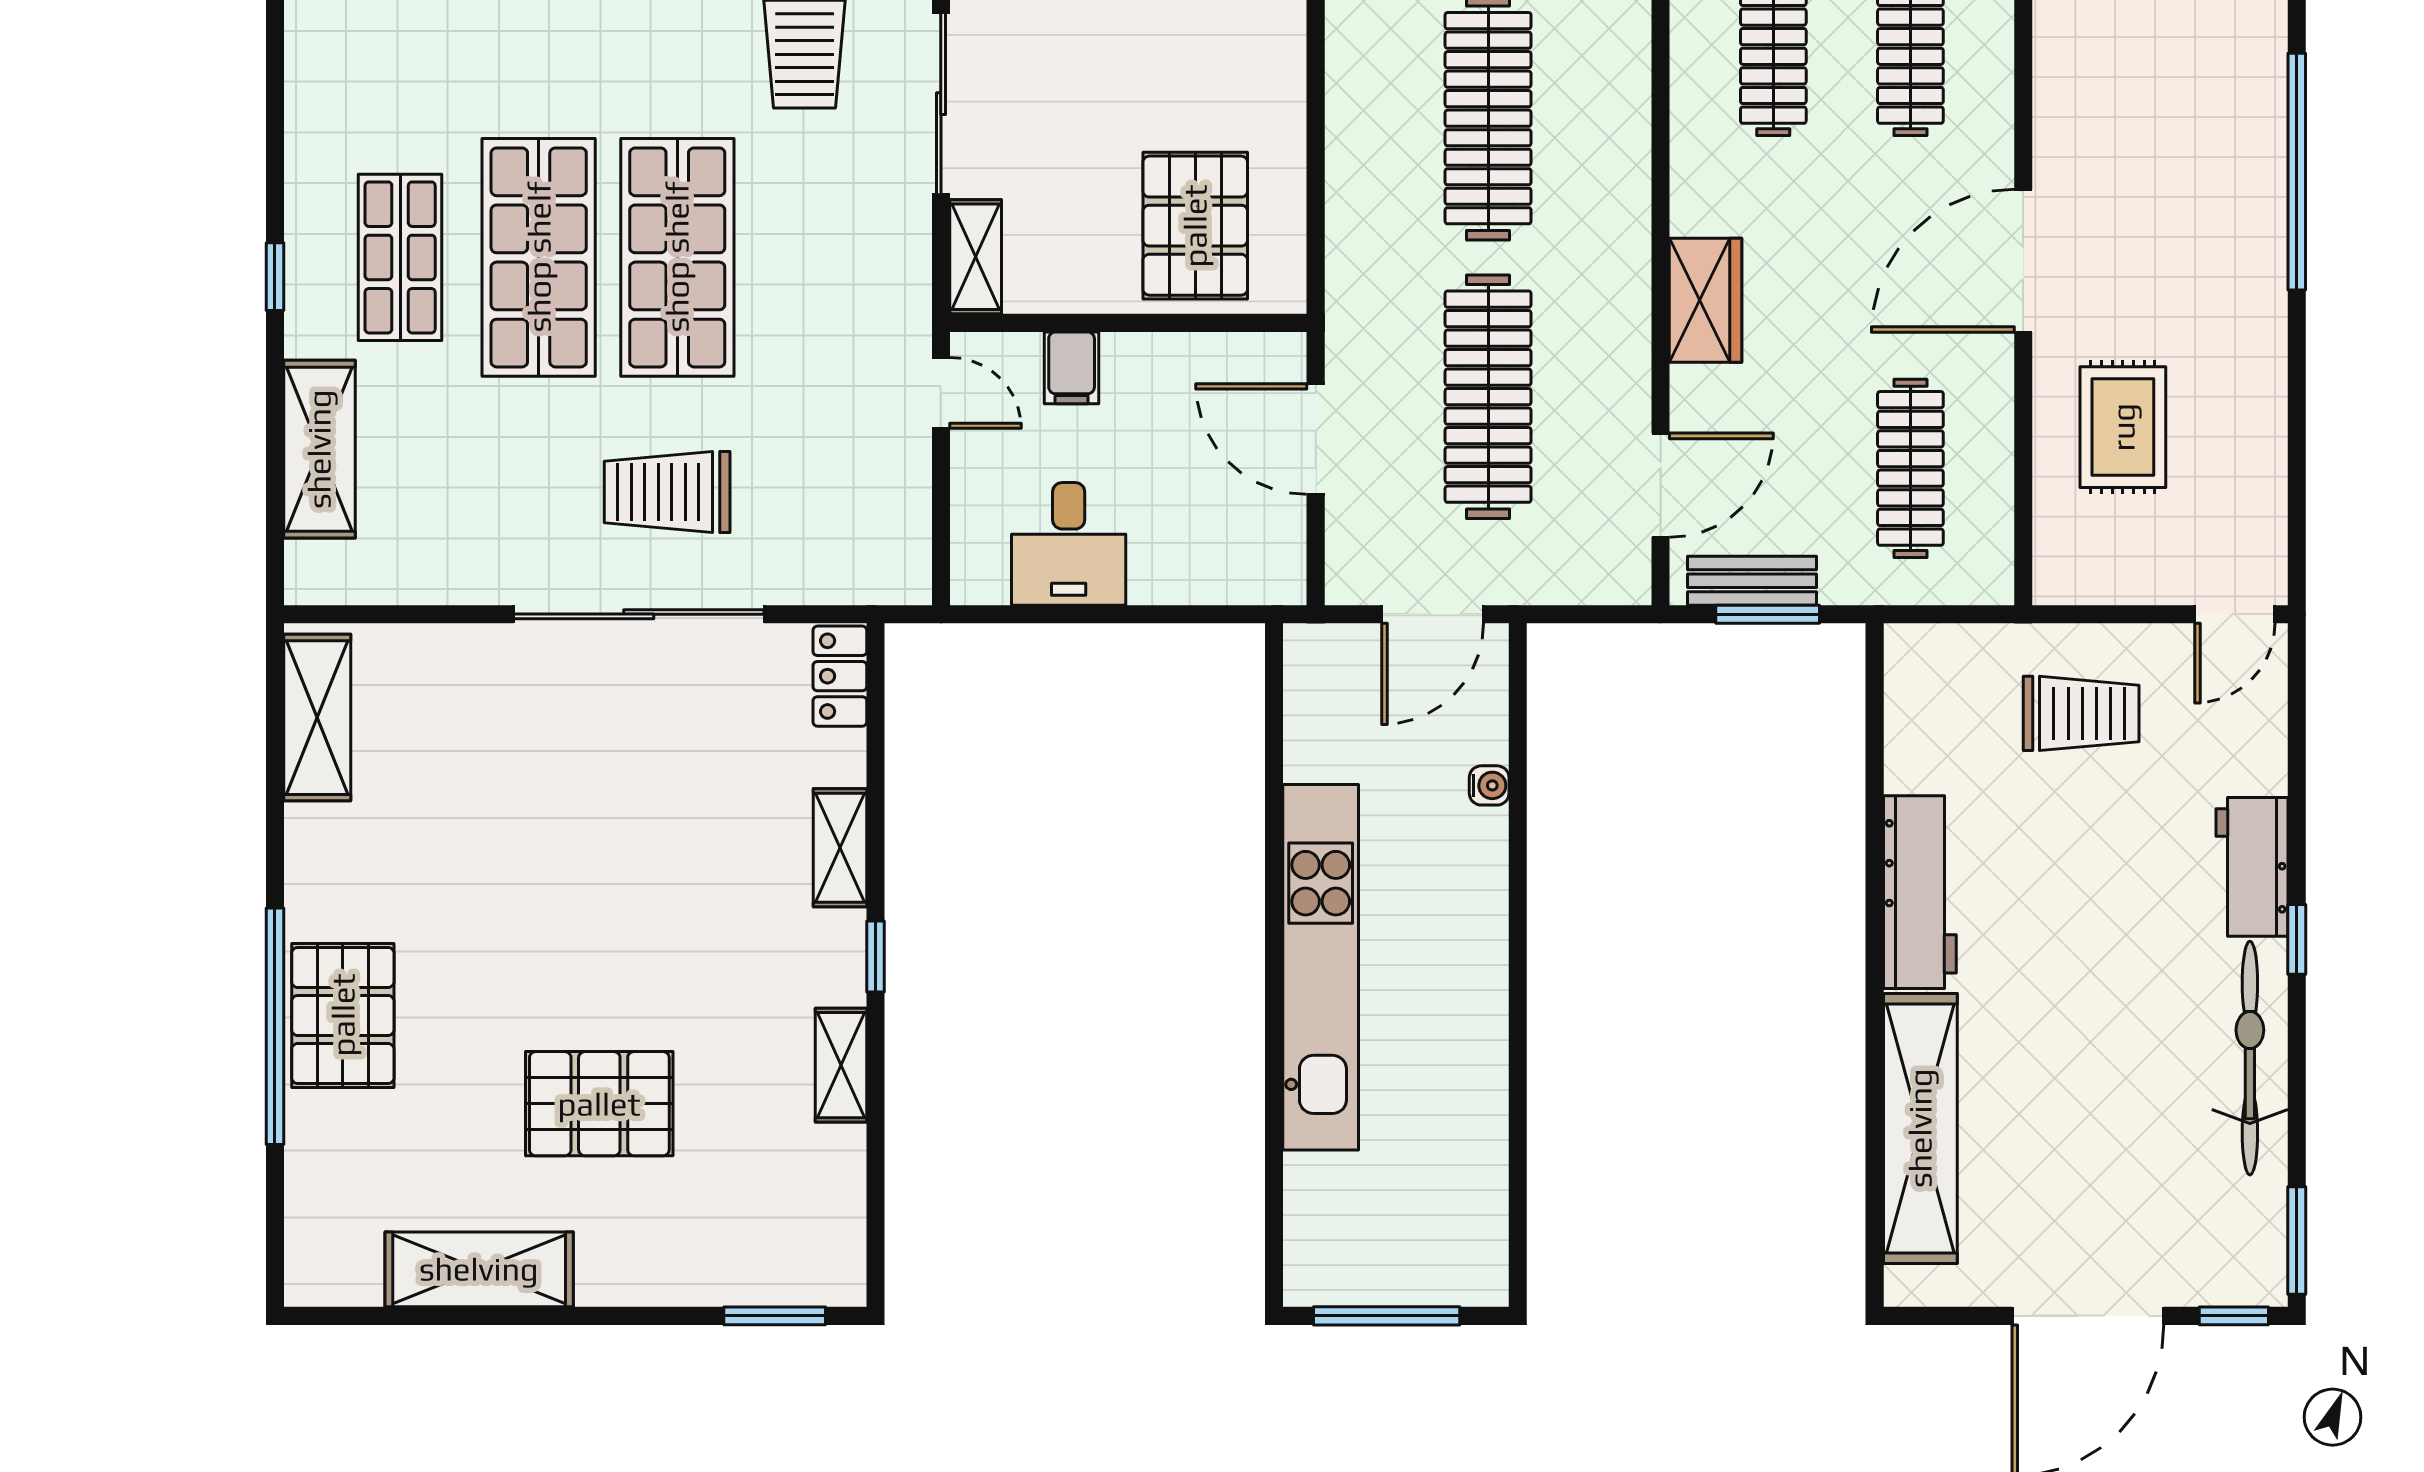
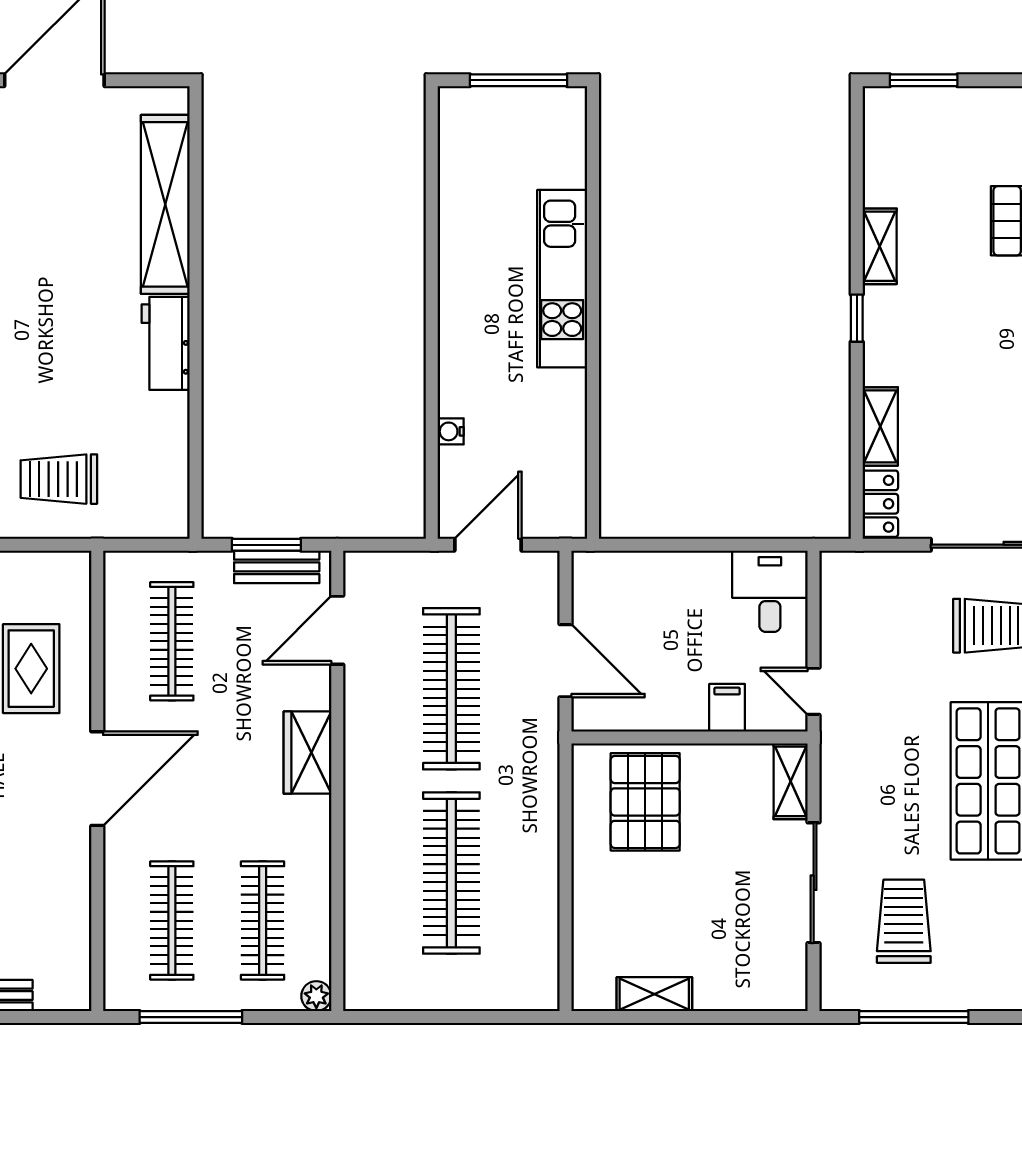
desk: (1069, 544) -> (770, 591), moved
shelving: (840, 848) -> (880, 426), moved
workbench: (1920, 892) -> (166, 343), width x0.73
kitchen unit: (1321, 967) -> (562, 279), width x0.73

